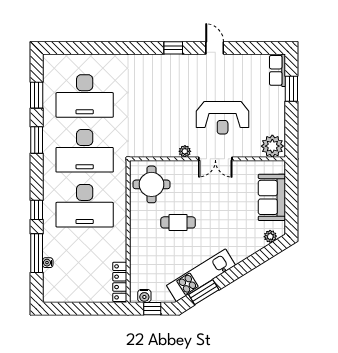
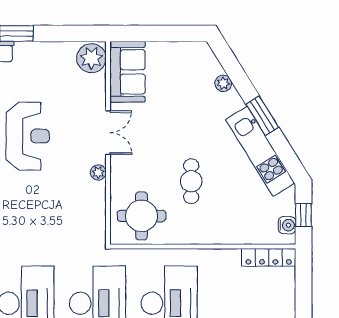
reception desk: (223, 118) -> (28, 136), moved
sofa: (272, 197) -> (128, 72), moved, turned -90
plant: (270, 236) -> (223, 83), moved
window: (204, 292) -> (262, 116), moved

